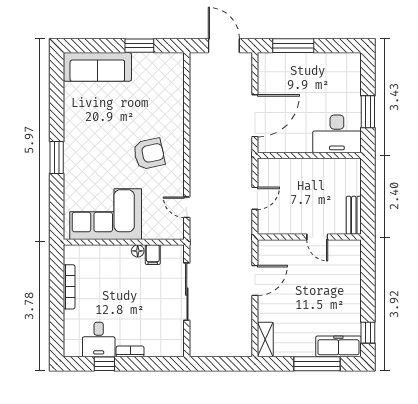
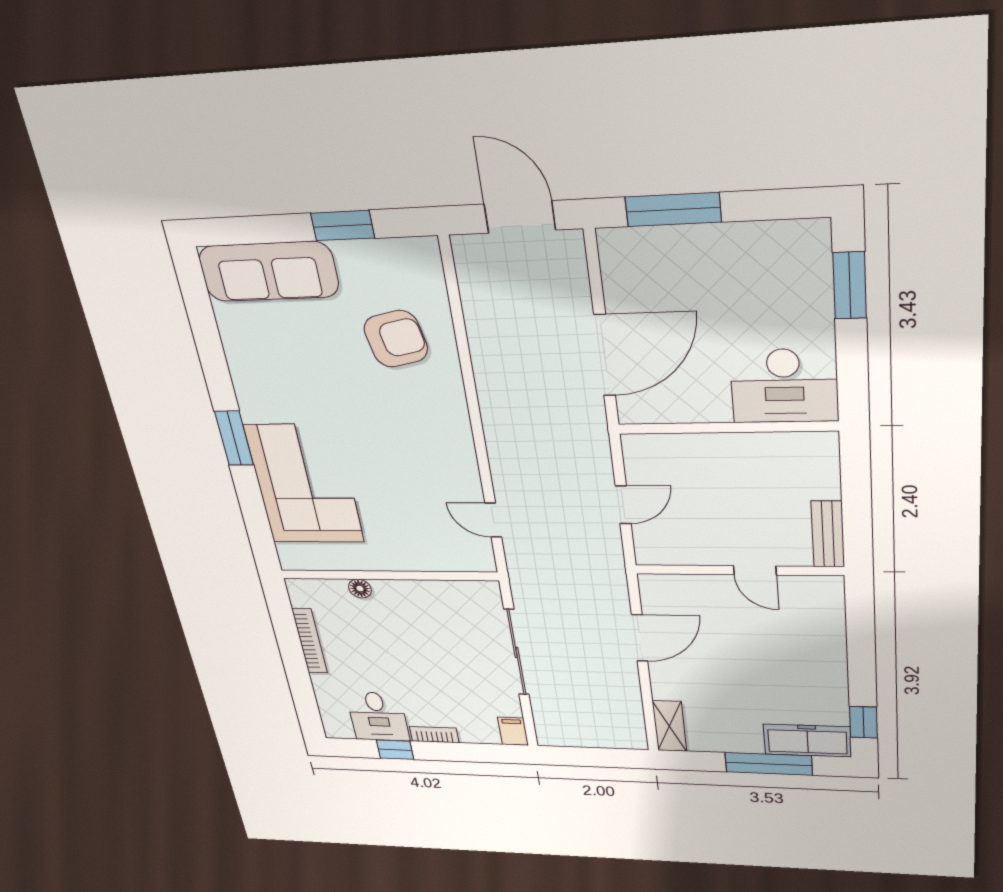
window: (368, 112) -> (850, 286), moved
armchair: (149, 154) -> (396, 339), moved
corner sofa: (106, 214) -> (304, 484), moved, turned 90
floor lamp: (138, 251) -> (360, 589), moved
filing cabinet: (153, 255) -> (513, 731), moved, turned 180

